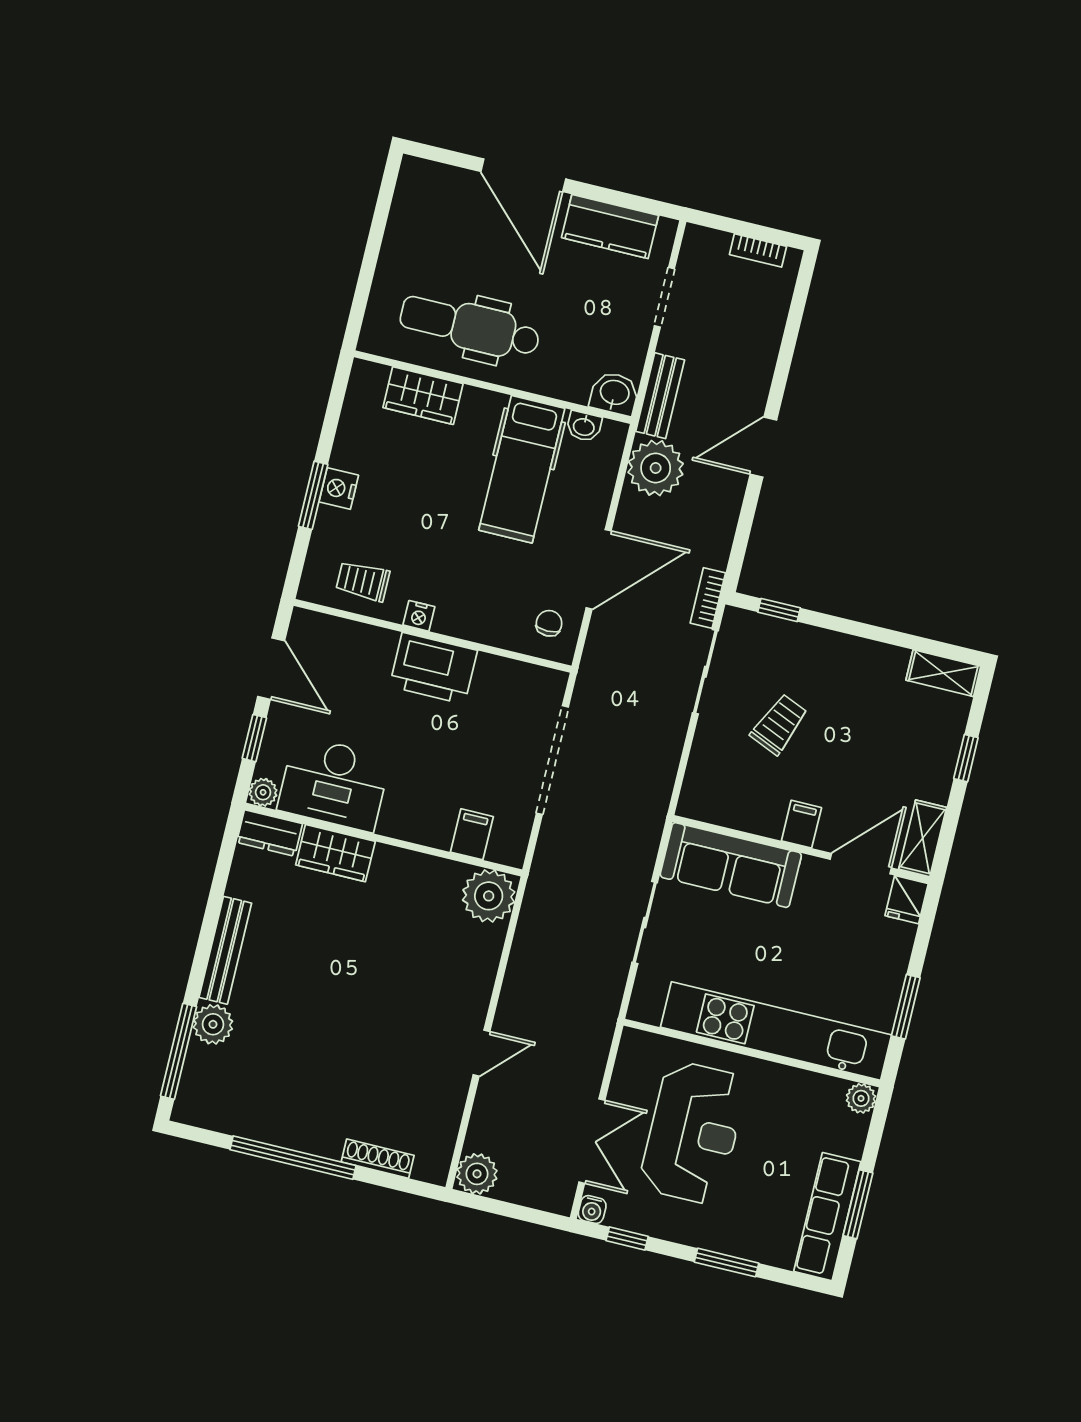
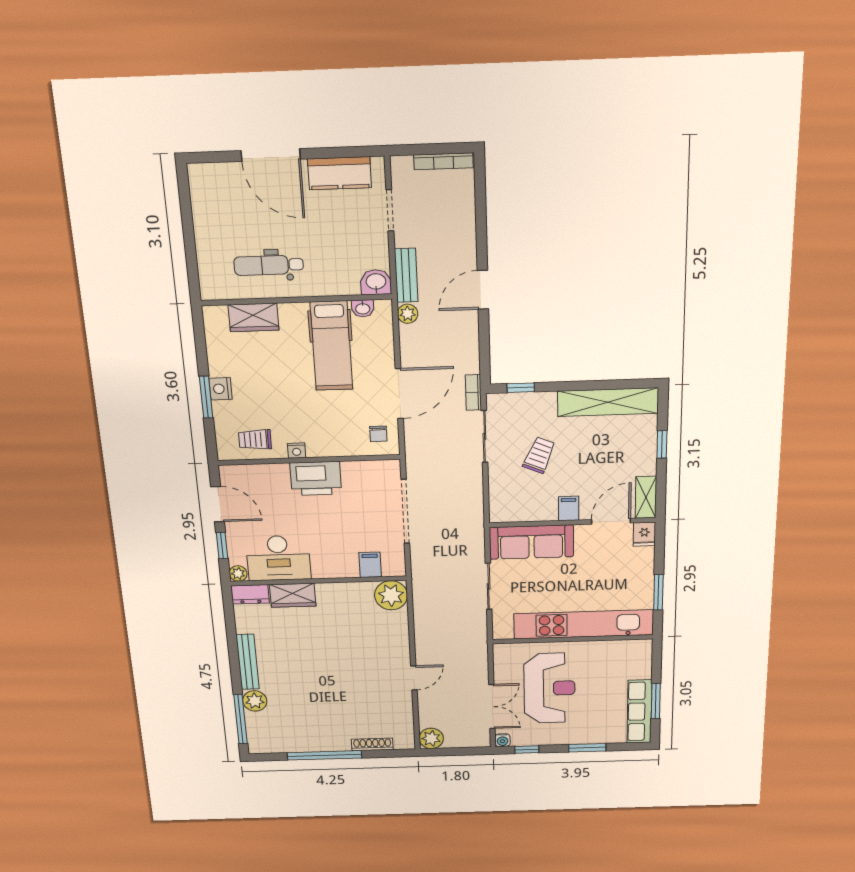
bookcase: (758, 250) -> (443, 161), width x1.56
dental chair: (470, 327) -> (269, 265), width x0.73, depth x0.72
plant: (656, 468) -> (408, 314), width x0.53, depth x0.53
chair: (549, 623) -> (378, 434), turned 180
shelving: (943, 673) -> (608, 402), width x2.20, depth x1.33
plant: (861, 1098) -> (644, 647), removed

